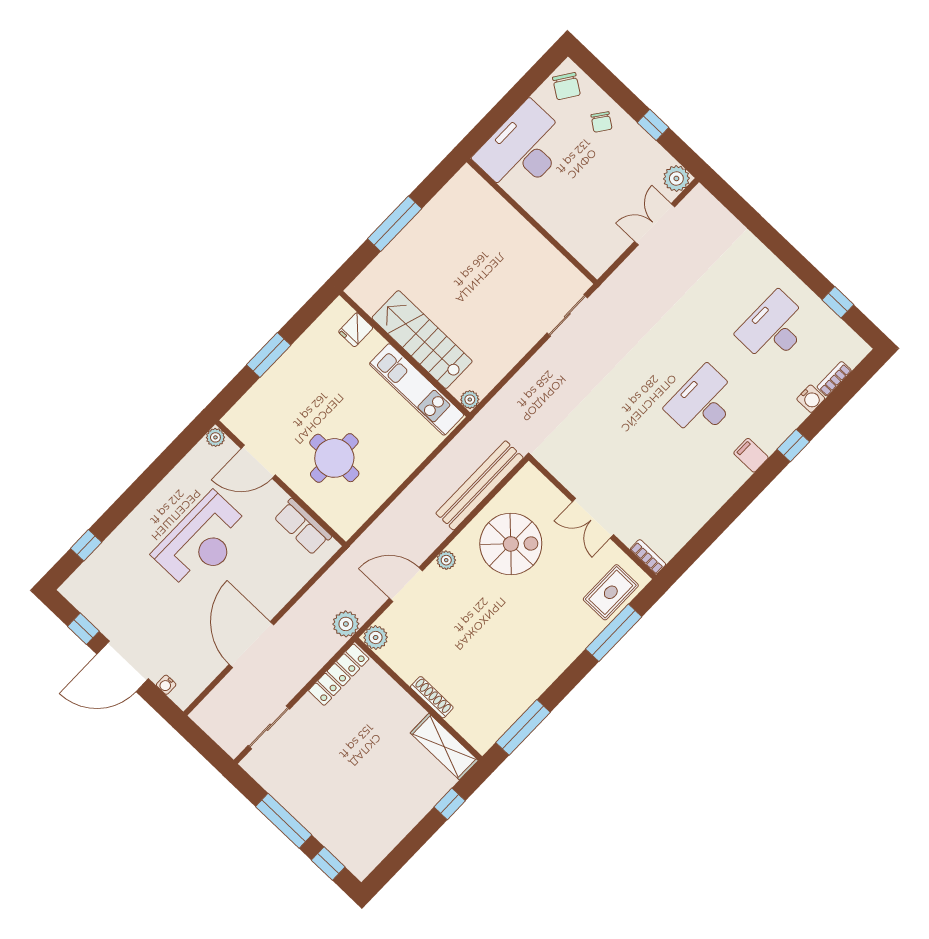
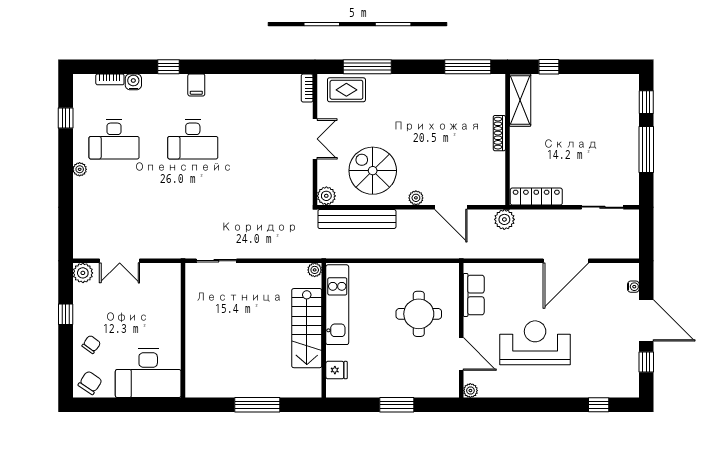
plant: (777, 269) -> (80, 169), added
plant: (376, 637) -> (326, 196), moved

